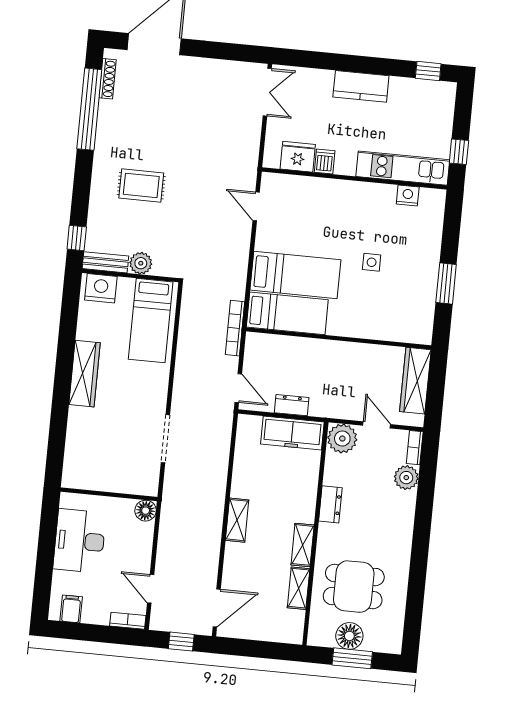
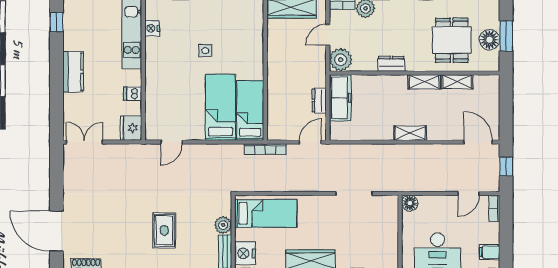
fridge: (298, 157) -> (131, 128), moved

